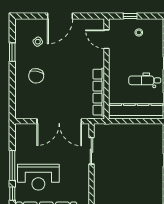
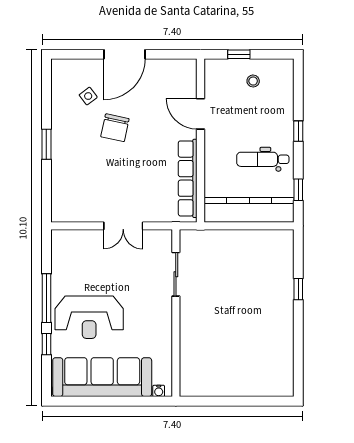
door: (107, 39) -> (201, 114), moved
window: (12, 52) -> (46, 144), moved
chair: (36, 76) -> (115, 128), moved
double door: (59, 121) -> (123, 226), width x0.54

